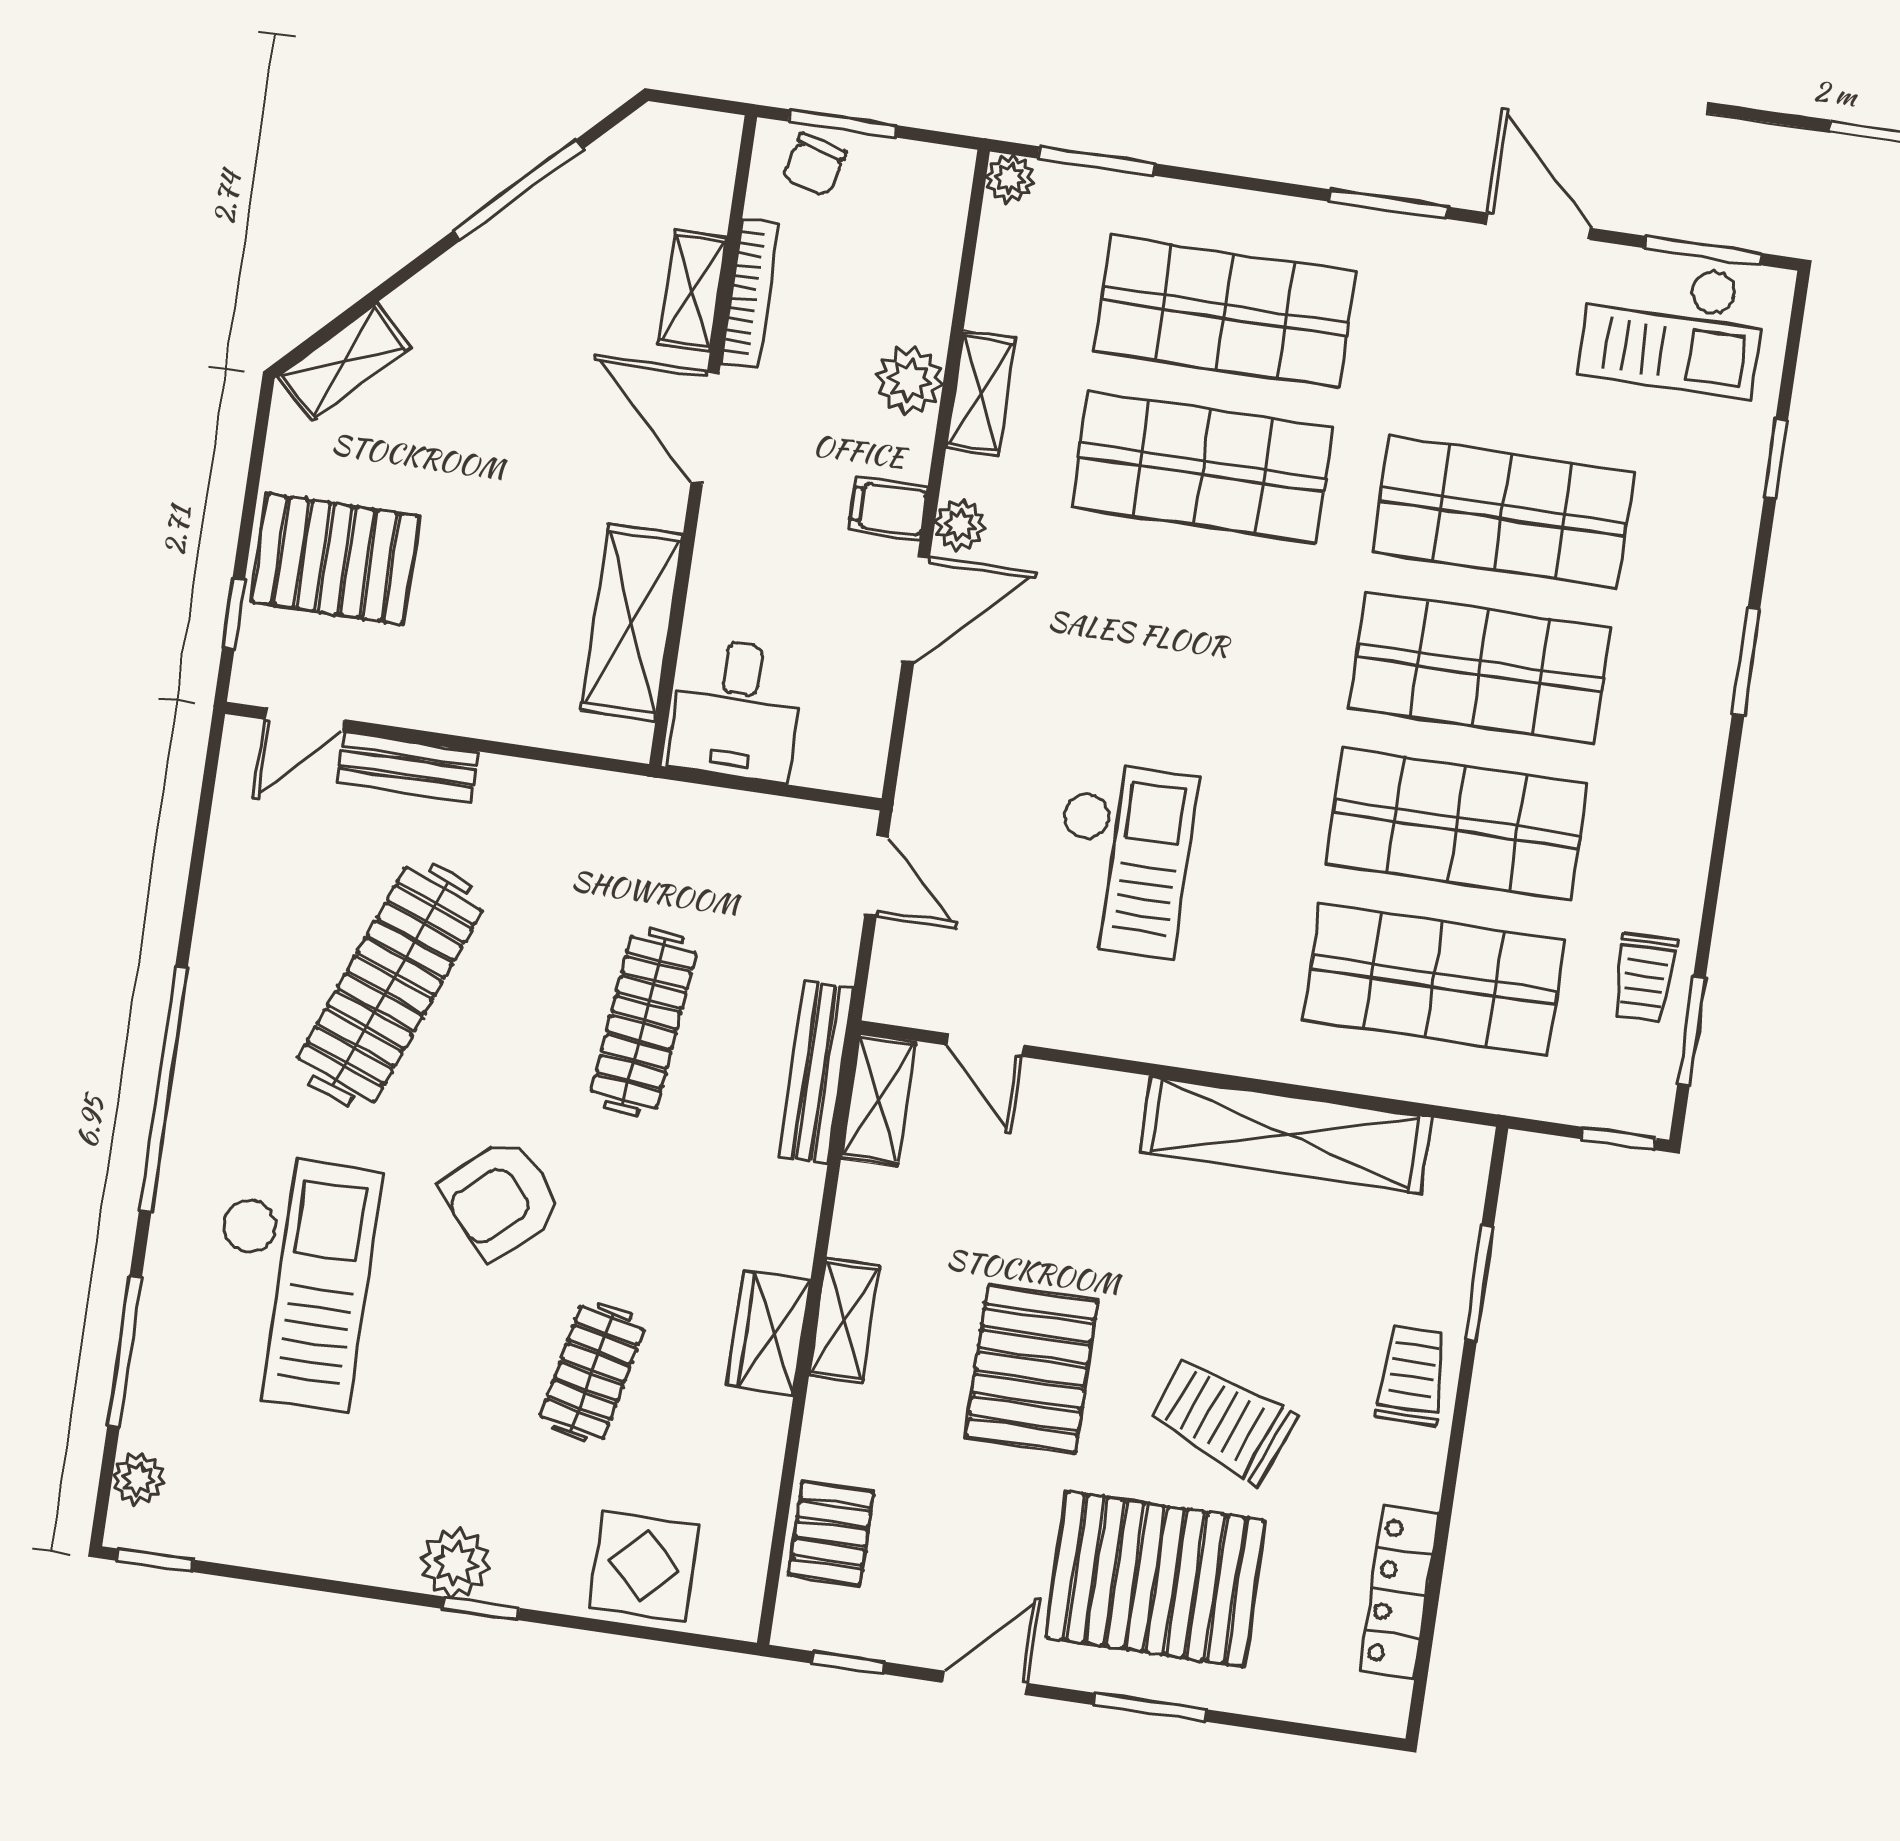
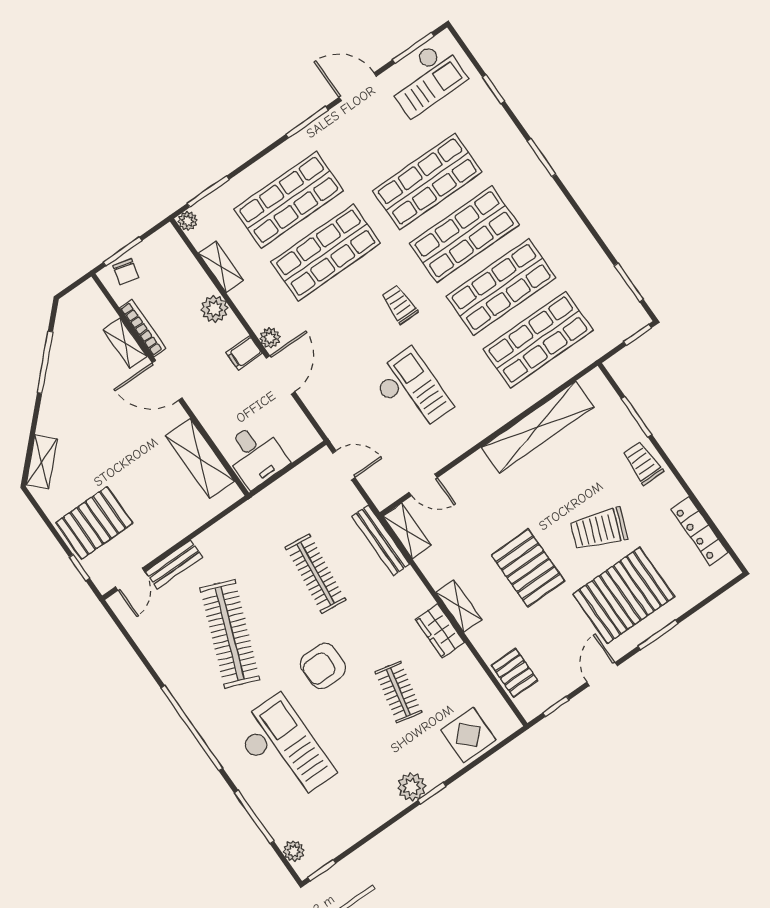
shelving: (981, 393) -> (221, 267), moved
trolley: (1644, 977) -> (400, 304), moved, turned 180
armchair: (502, 1198) -> (323, 666), turned 41

